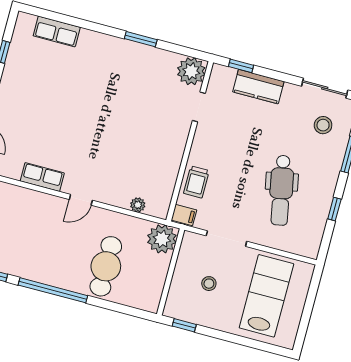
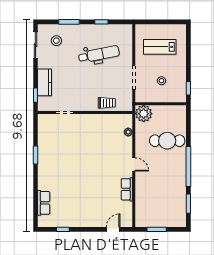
plant: (191, 71) -> (46, 122), removed
filing cabinet: (184, 215) -> (127, 105), removed
lab bench: (266, 296) -> (160, 47), width x0.73, depth x0.72

